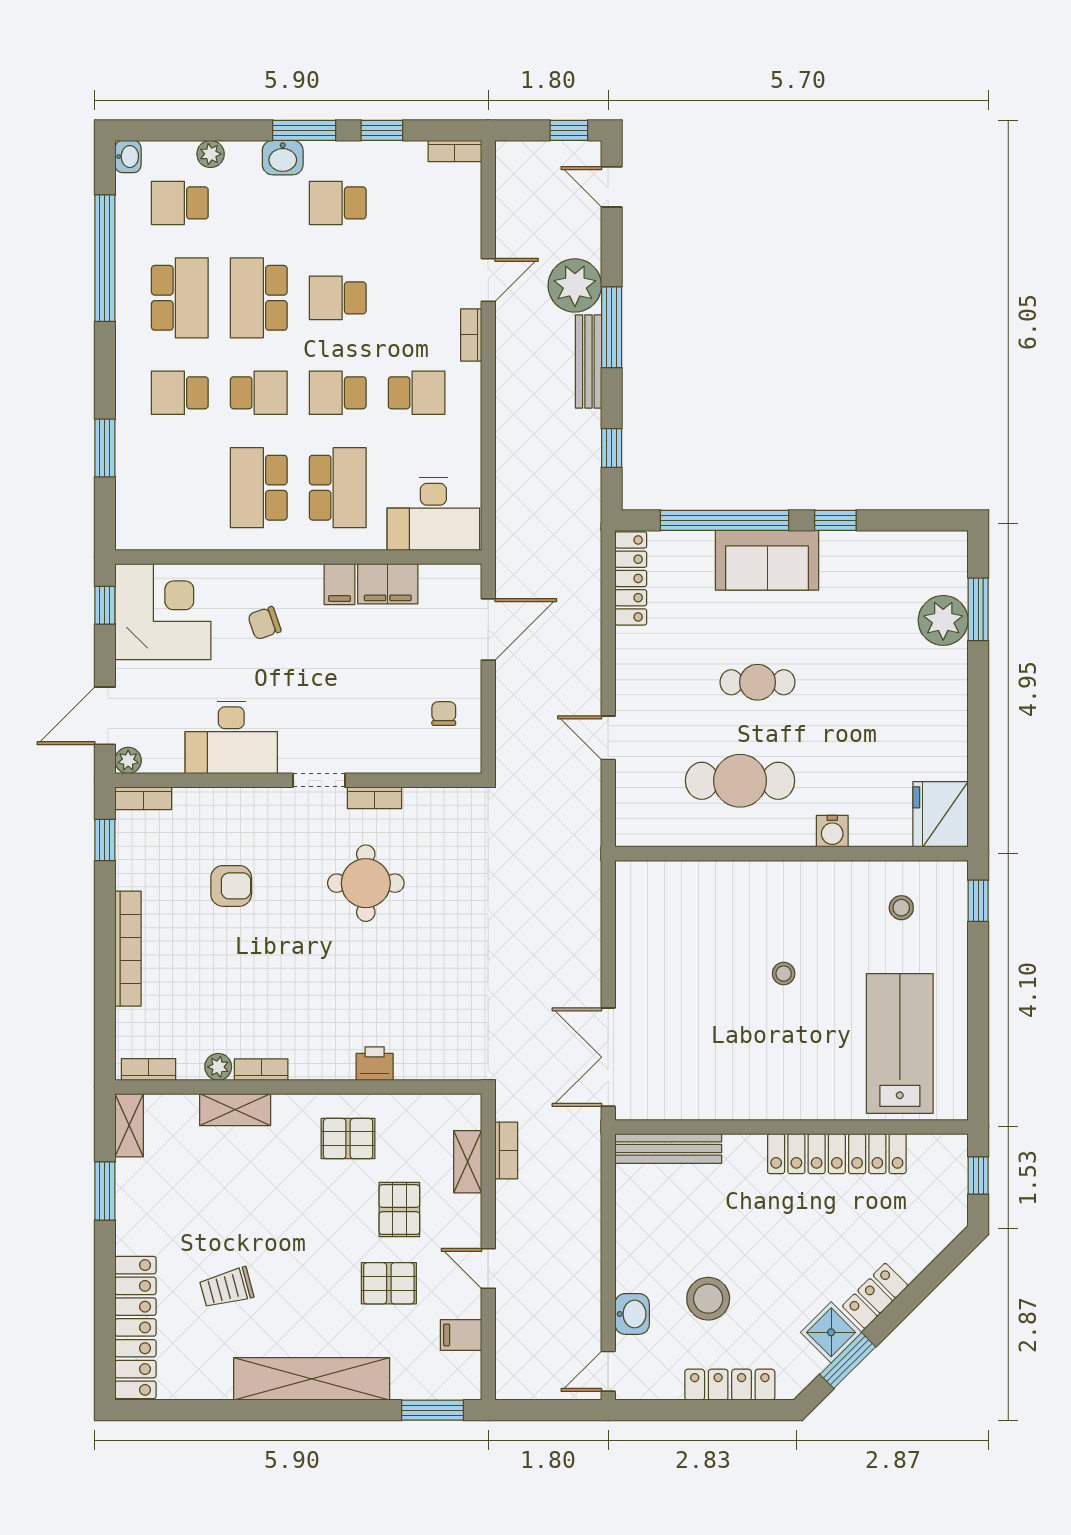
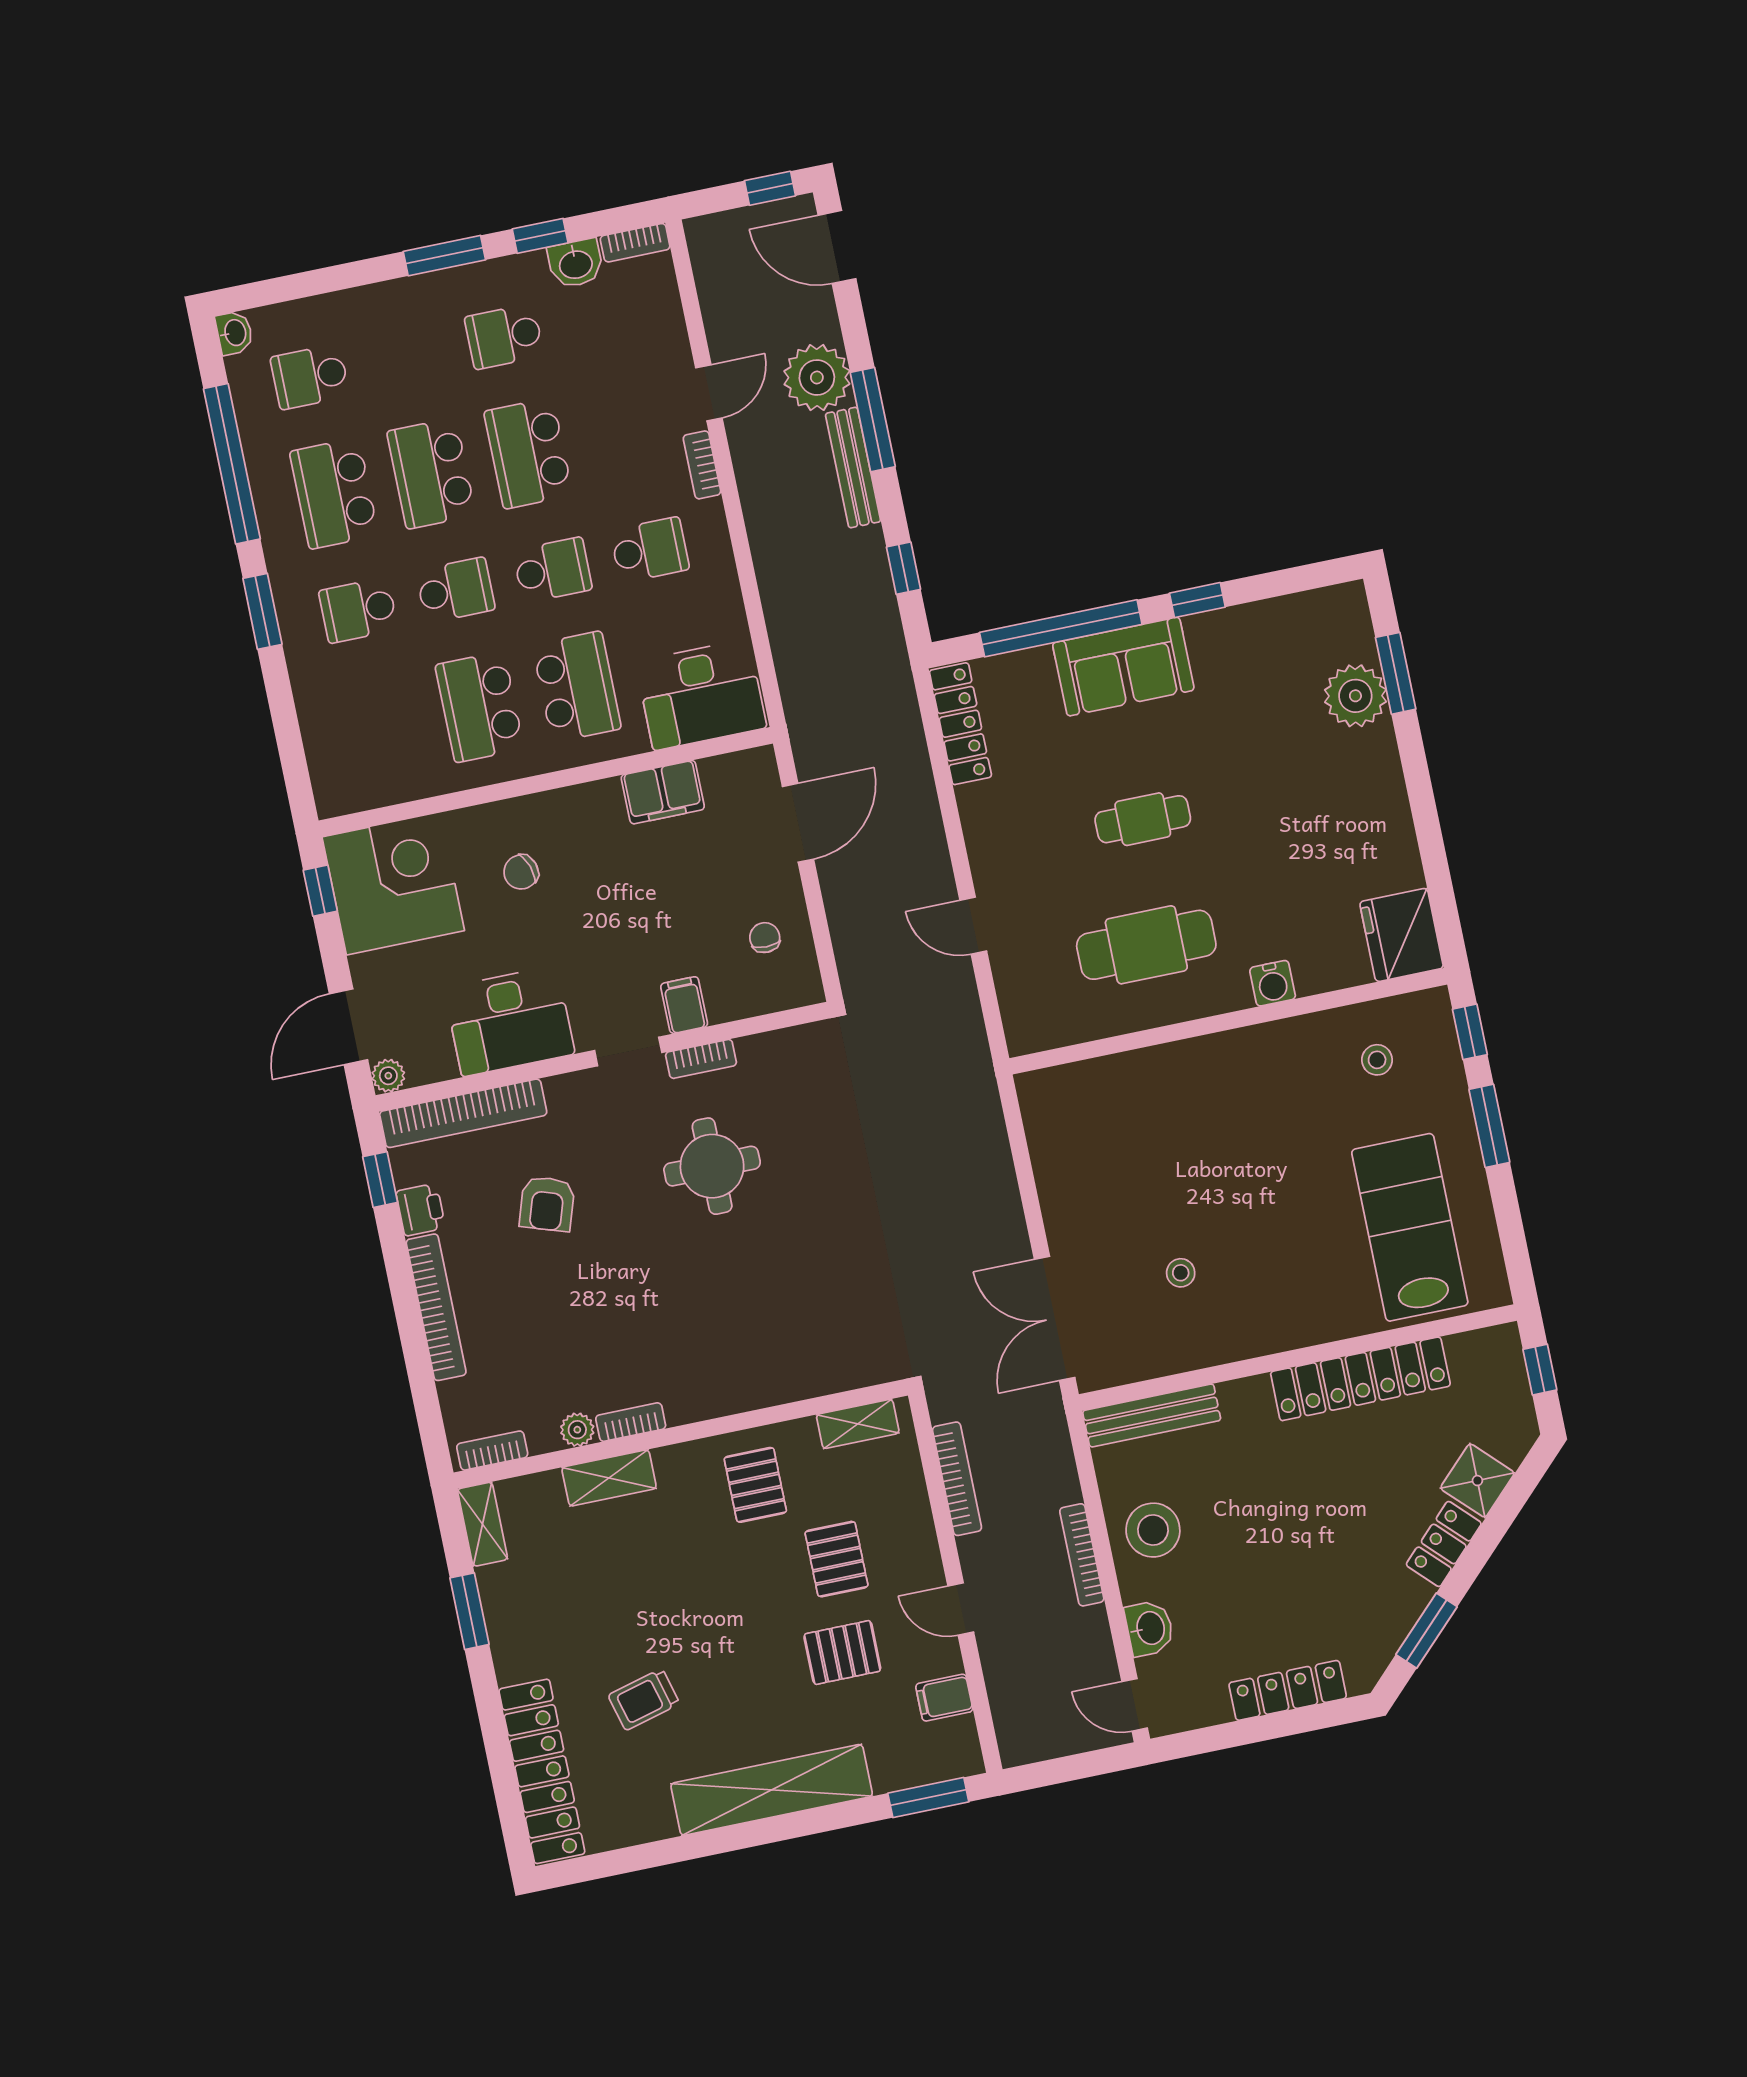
plant: (211, 154) -> (335, 309), removed
washbasin: (283, 158) -> (576, 263), moved
door: (612, 187) -> (837, 247), width x1.38
school desk: (180, 298) -> (334, 493), turned 180
school desk: (338, 298) -> (528, 453), width x1.85
school desk: (338, 393) -> (553, 570), turned 180
window: (105, 448) -> (262, 611), moved
filing cabinet: (340, 584) -> (684, 1005), moved, turned 180
bookcase: (143, 798) -> (463, 1113), width x2.31, depth x1.31
armchair: (231, 886) -> (547, 1204), turned 108
stool: (784, 974) -> (1181, 1273), moved
window: (978, 977) -> (1489, 1126), added
printer: (375, 1064) -> (421, 1210), moved, turned 90
pallet: (348, 1139) -> (755, 1485), turned 90
bookcase: (506, 1150) -> (957, 1479), width x1.56
shelving: (468, 1162) -> (858, 1424), moved, turned 90
bookcase: (591, 1246) -> (1082, 1555), added
stool: (708, 1299) -> (1153, 1530), moved
shower: (831, 1332) -> (1477, 1481), moved
door: (608, 1371) -> (1135, 1705), hinge flipped

